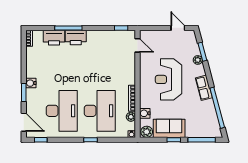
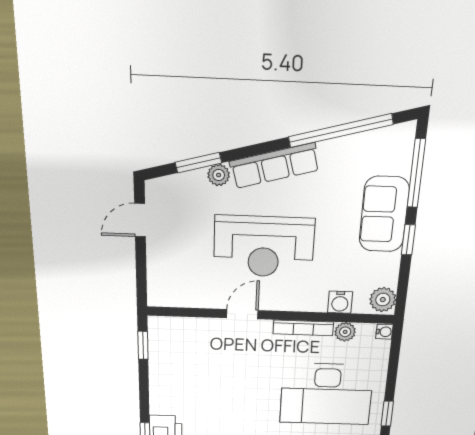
door: (138, 45) -> (242, 314), moved
row of seats: (204, 88) -> (275, 166), width x1.48
desk: (100, 111) -> (326, 394), turned 180
sofa: (169, 128) -> (384, 214), moved

